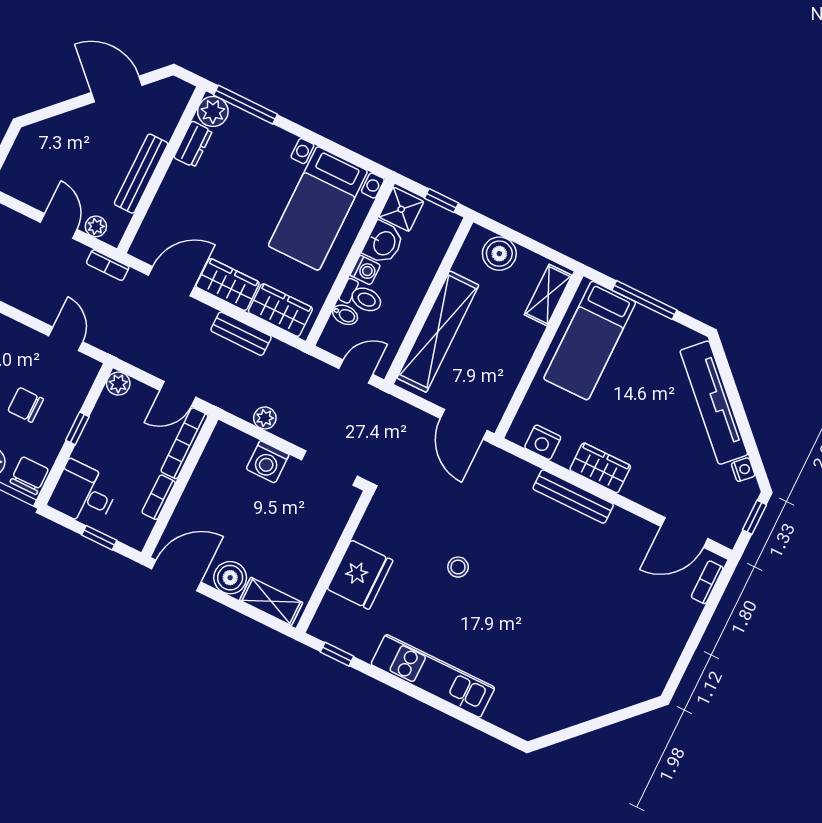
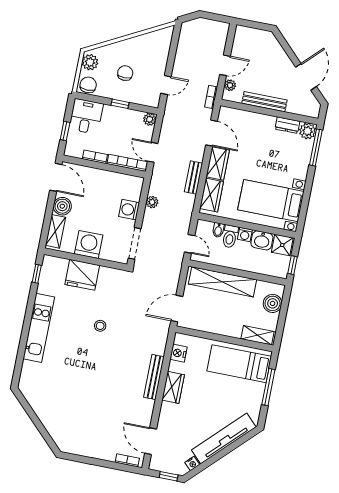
chair: (29, 476) -> (88, 85), turned -90
washing machine: (310, 549) -> (89, 244), added

